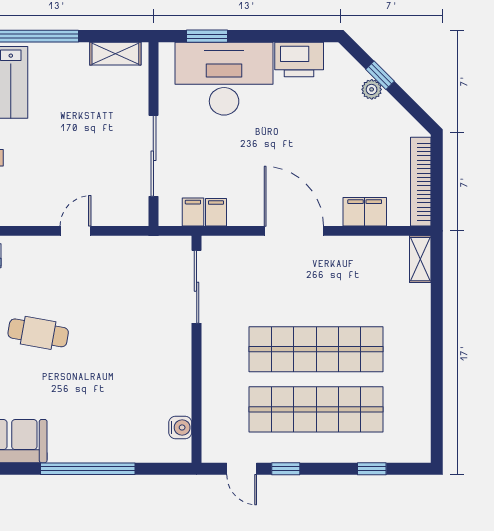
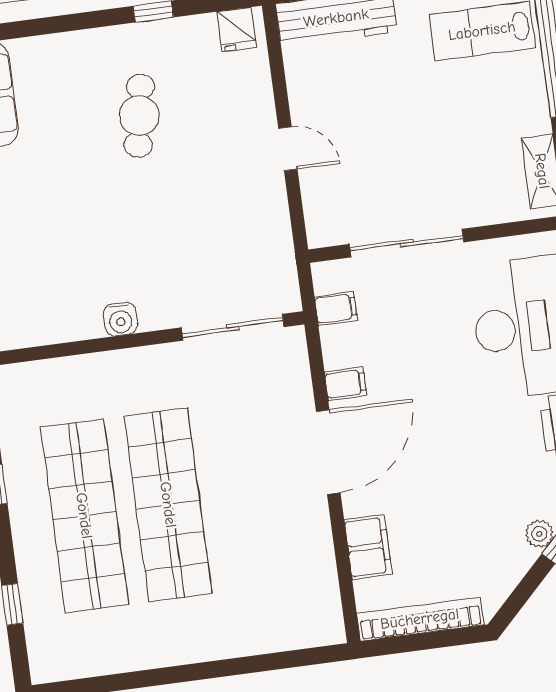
filing cabinet: (216, 212) -> (346, 384), moved
shelving: (420, 259) -> (313, 633), removed
water cooler: (180, 427) -> (120, 319), moved

